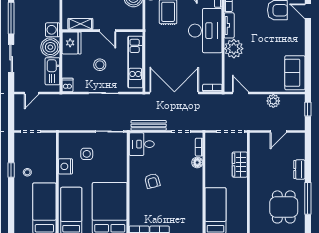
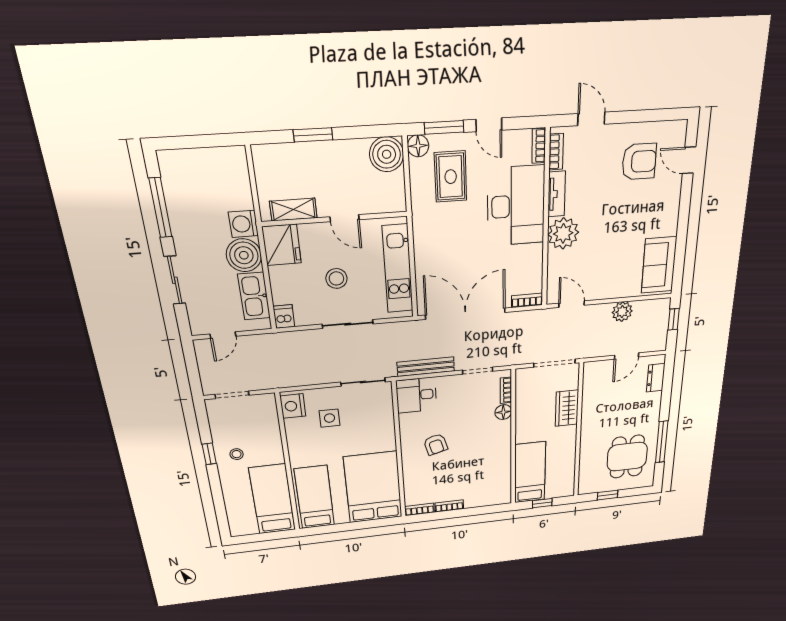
nightstand: (65, 166) -> (293, 406), moved
dresser: (299, 169) -> (656, 378), moved

